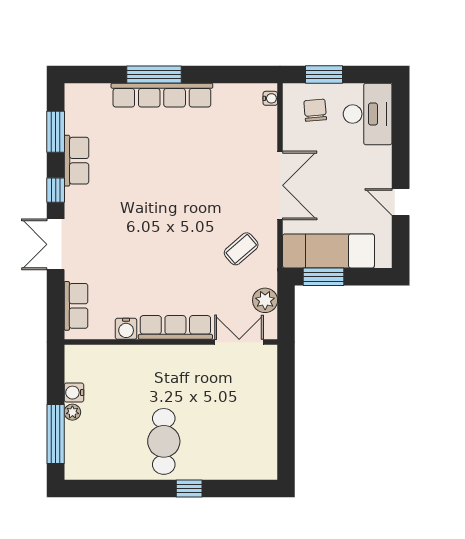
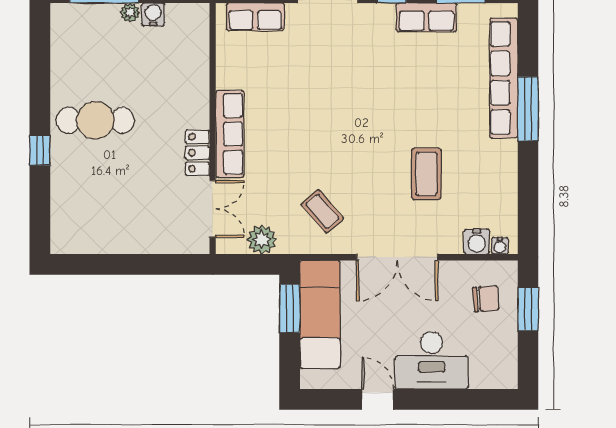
row of seats: (162, 95) -> (504, 78), moved
desk: (368, 114) -> (432, 361), moved
coffee table: (209, 161) -> (426, 174), added
door: (401, 202) -> (378, 399), hinge flipped
water cooler: (126, 329) -> (477, 242), moved, turned -90
locker: (191, 355) -> (197, 153), added

